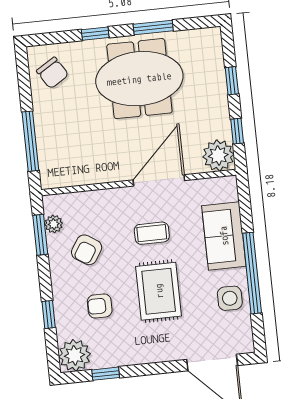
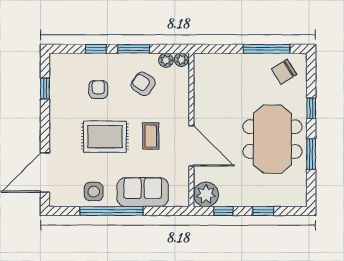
window: (30, 141) -> (267, 49), moved
window: (40, 235) -> (134, 49), moved
plant: (75, 355) -> (181, 60), moved, width x0.53, depth x0.53

